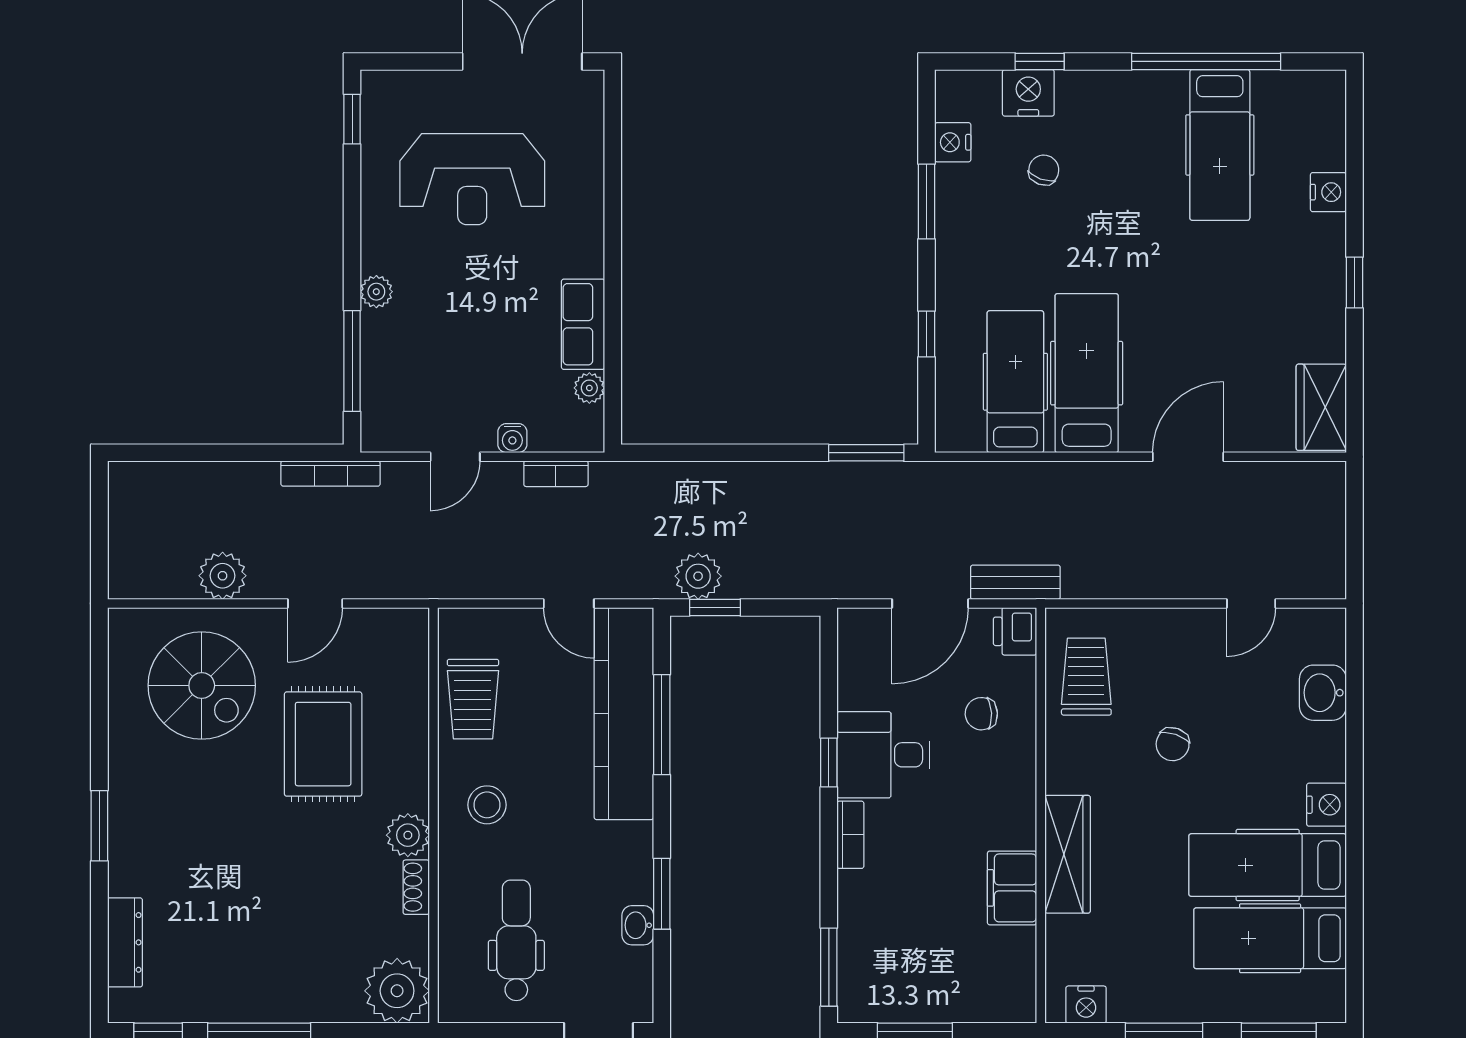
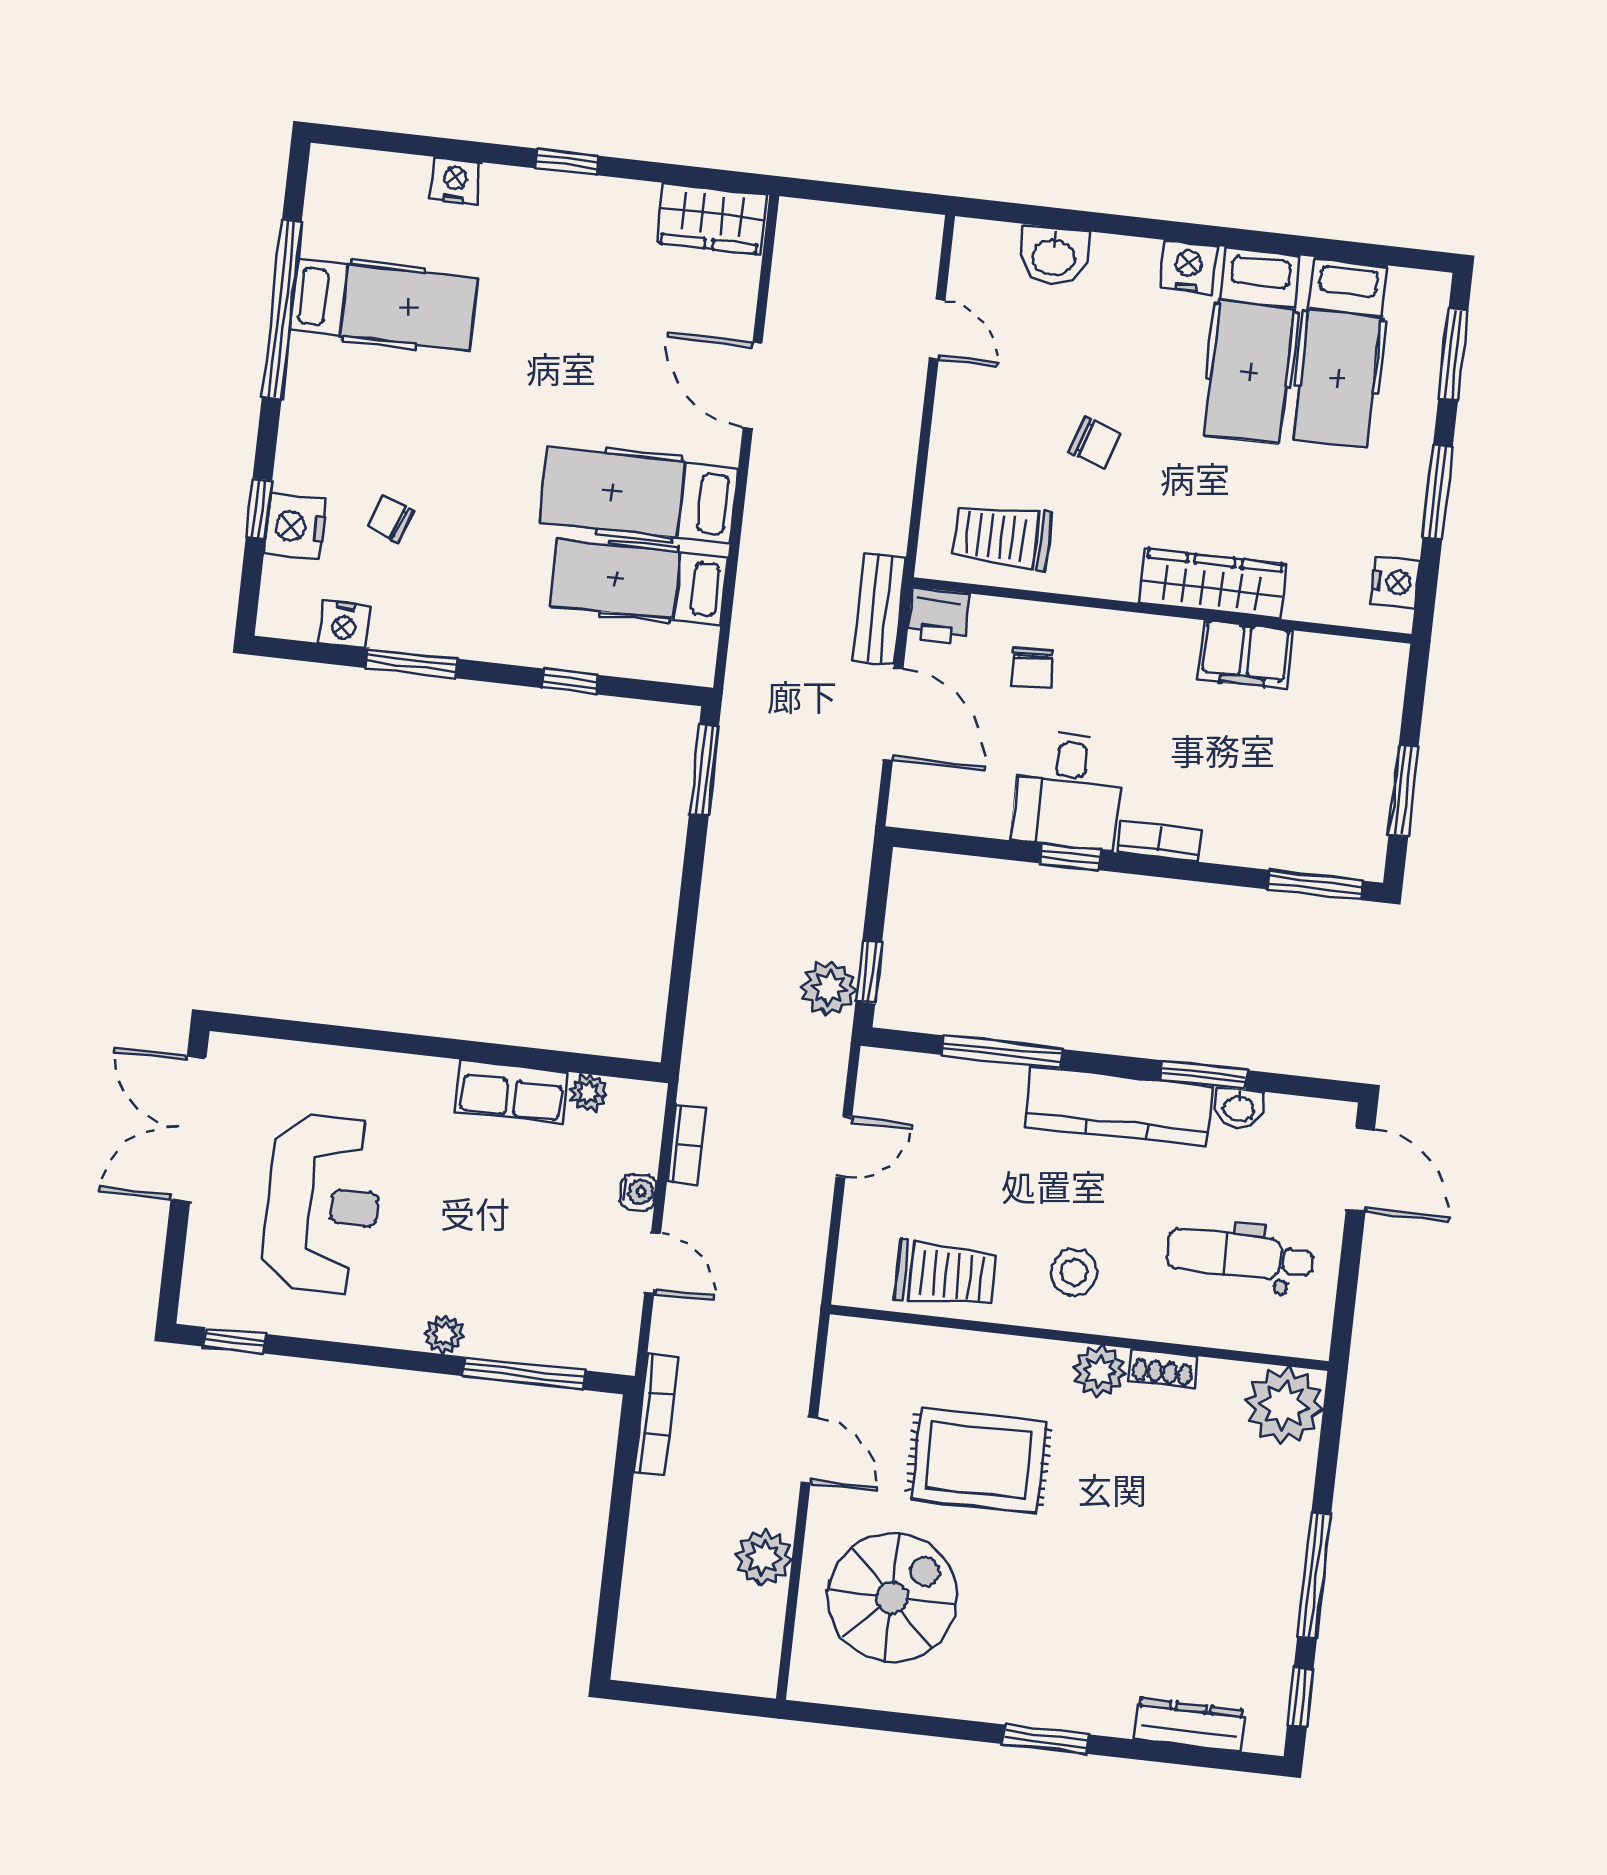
kitchen counter: (624, 714) -> (1119, 1106), moved, width x0.72, depth x0.86

